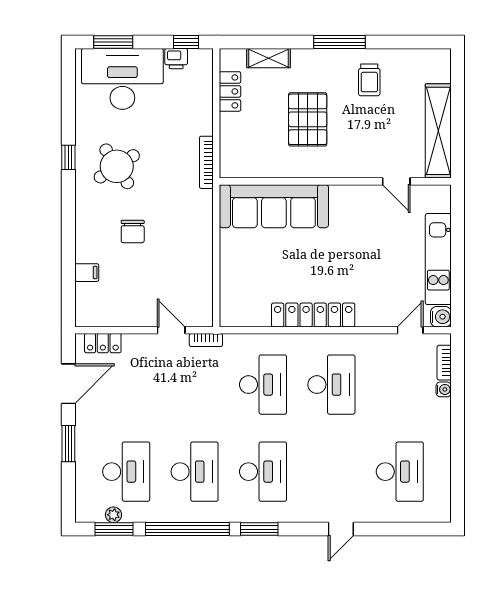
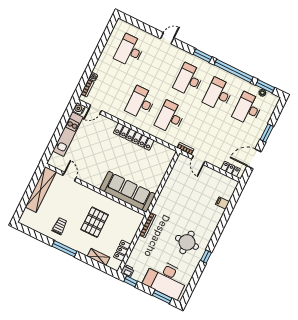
printer: (176, 59) -> (127, 271), moved
round table: (117, 166) -> (187, 242), turned 33
chair: (133, 231) -> (194, 211), removed

